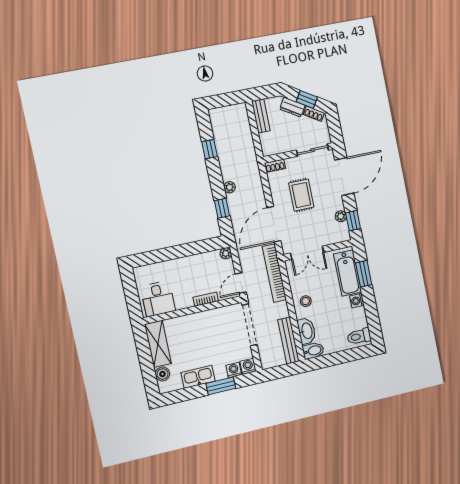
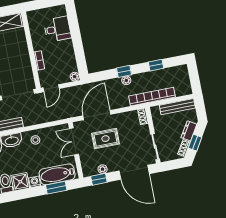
bench: (261, 116) -> (177, 107), width x1.36
rug: (301, 195) -> (105, 139), moved
window: (222, 208) -> (124, 71), moved
door: (274, 224) -> (97, 115), hinge flipped
bookcase: (274, 273) -> (152, 97), moved
door: (241, 283) -> (51, 88), swing flipped
desk: (158, 299) -> (57, 29), moved, turned 180
shower: (357, 318) -> (20, 182), added

